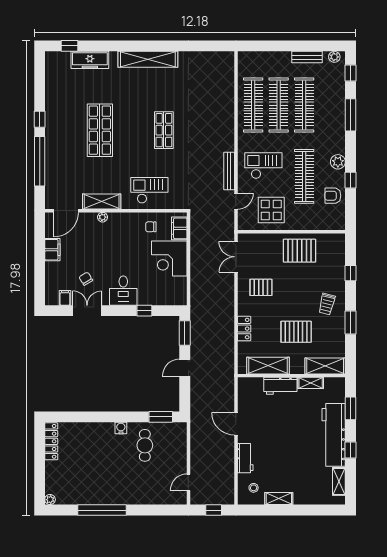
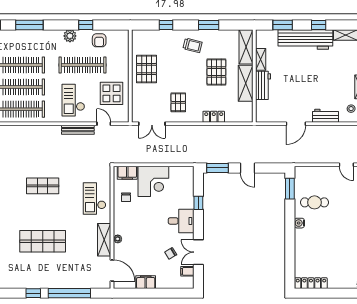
shelving: (268, 366) -> (246, 83), moved

